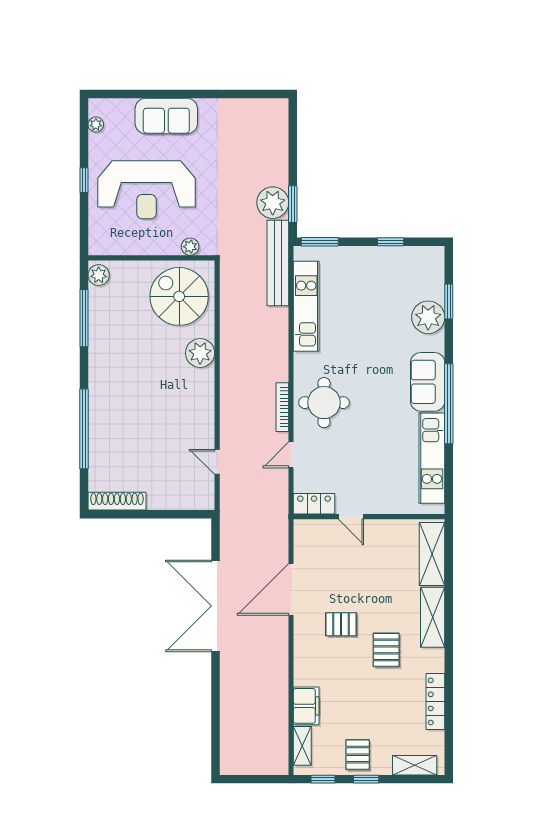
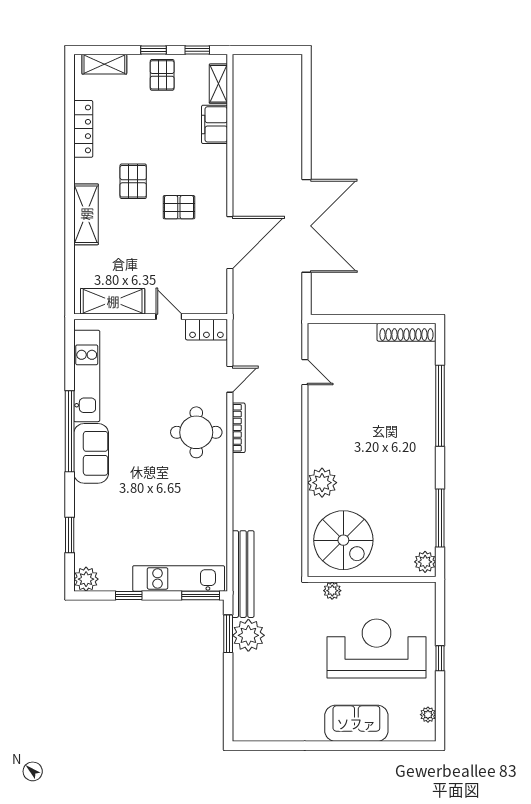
kitchen unit: (306, 306) -> (179, 578), moved, turned 90
plant: (428, 317) -> (86, 579), moved, width x0.73, depth x0.73
shelving: (432, 554) -> (113, 301), moved, turned 90

